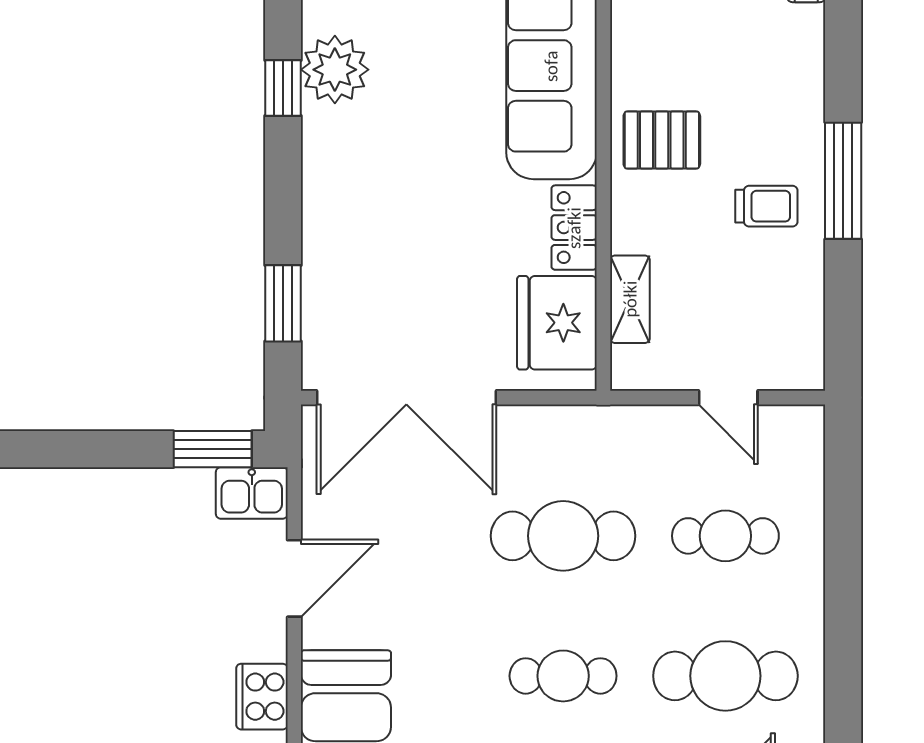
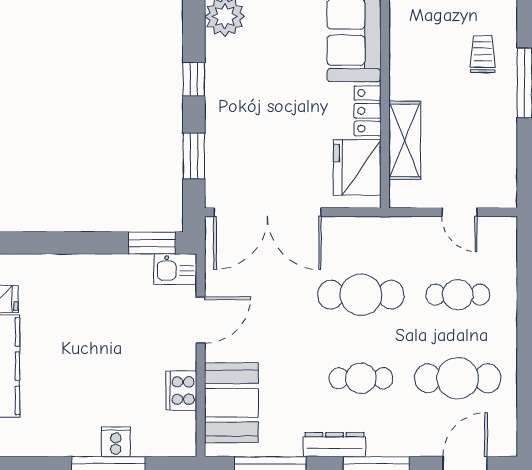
window: (283, 88) -> (194, 79), moved
pallet: (662, 140) -> (420, 59), removed
trolley: (766, 206) -> (483, 54), moved, turned -90
shelving: (630, 299) -> (405, 140), width x1.50, depth x1.33

